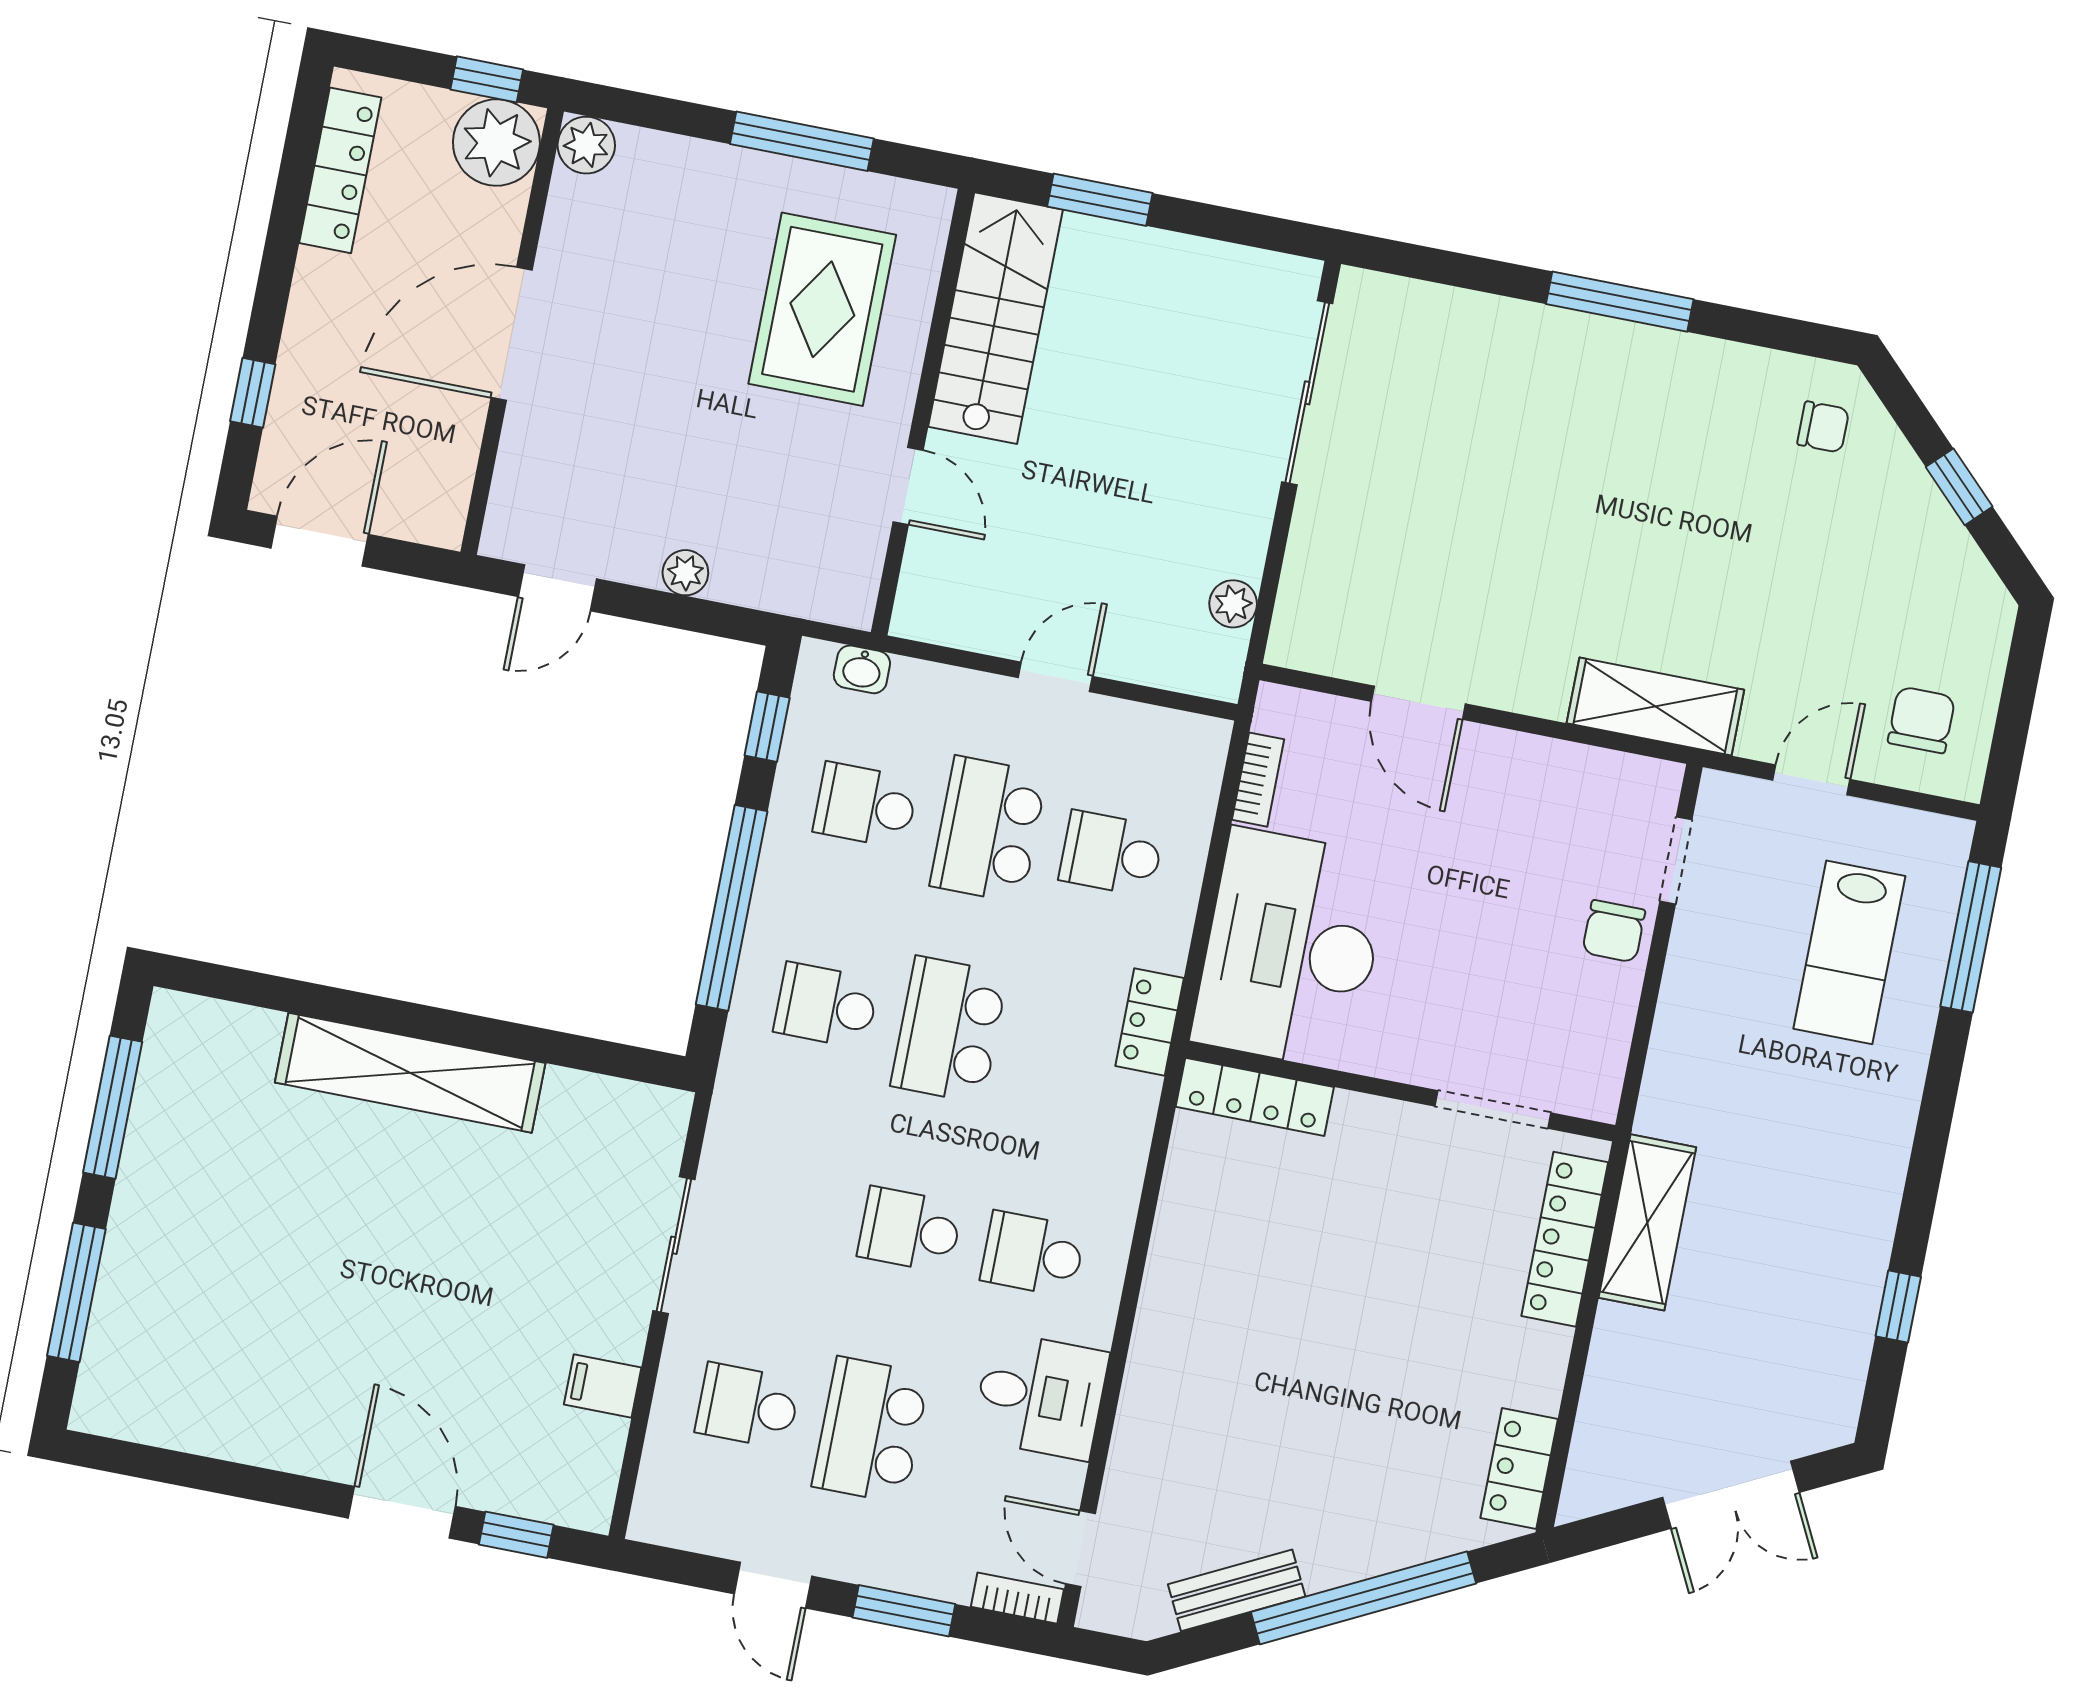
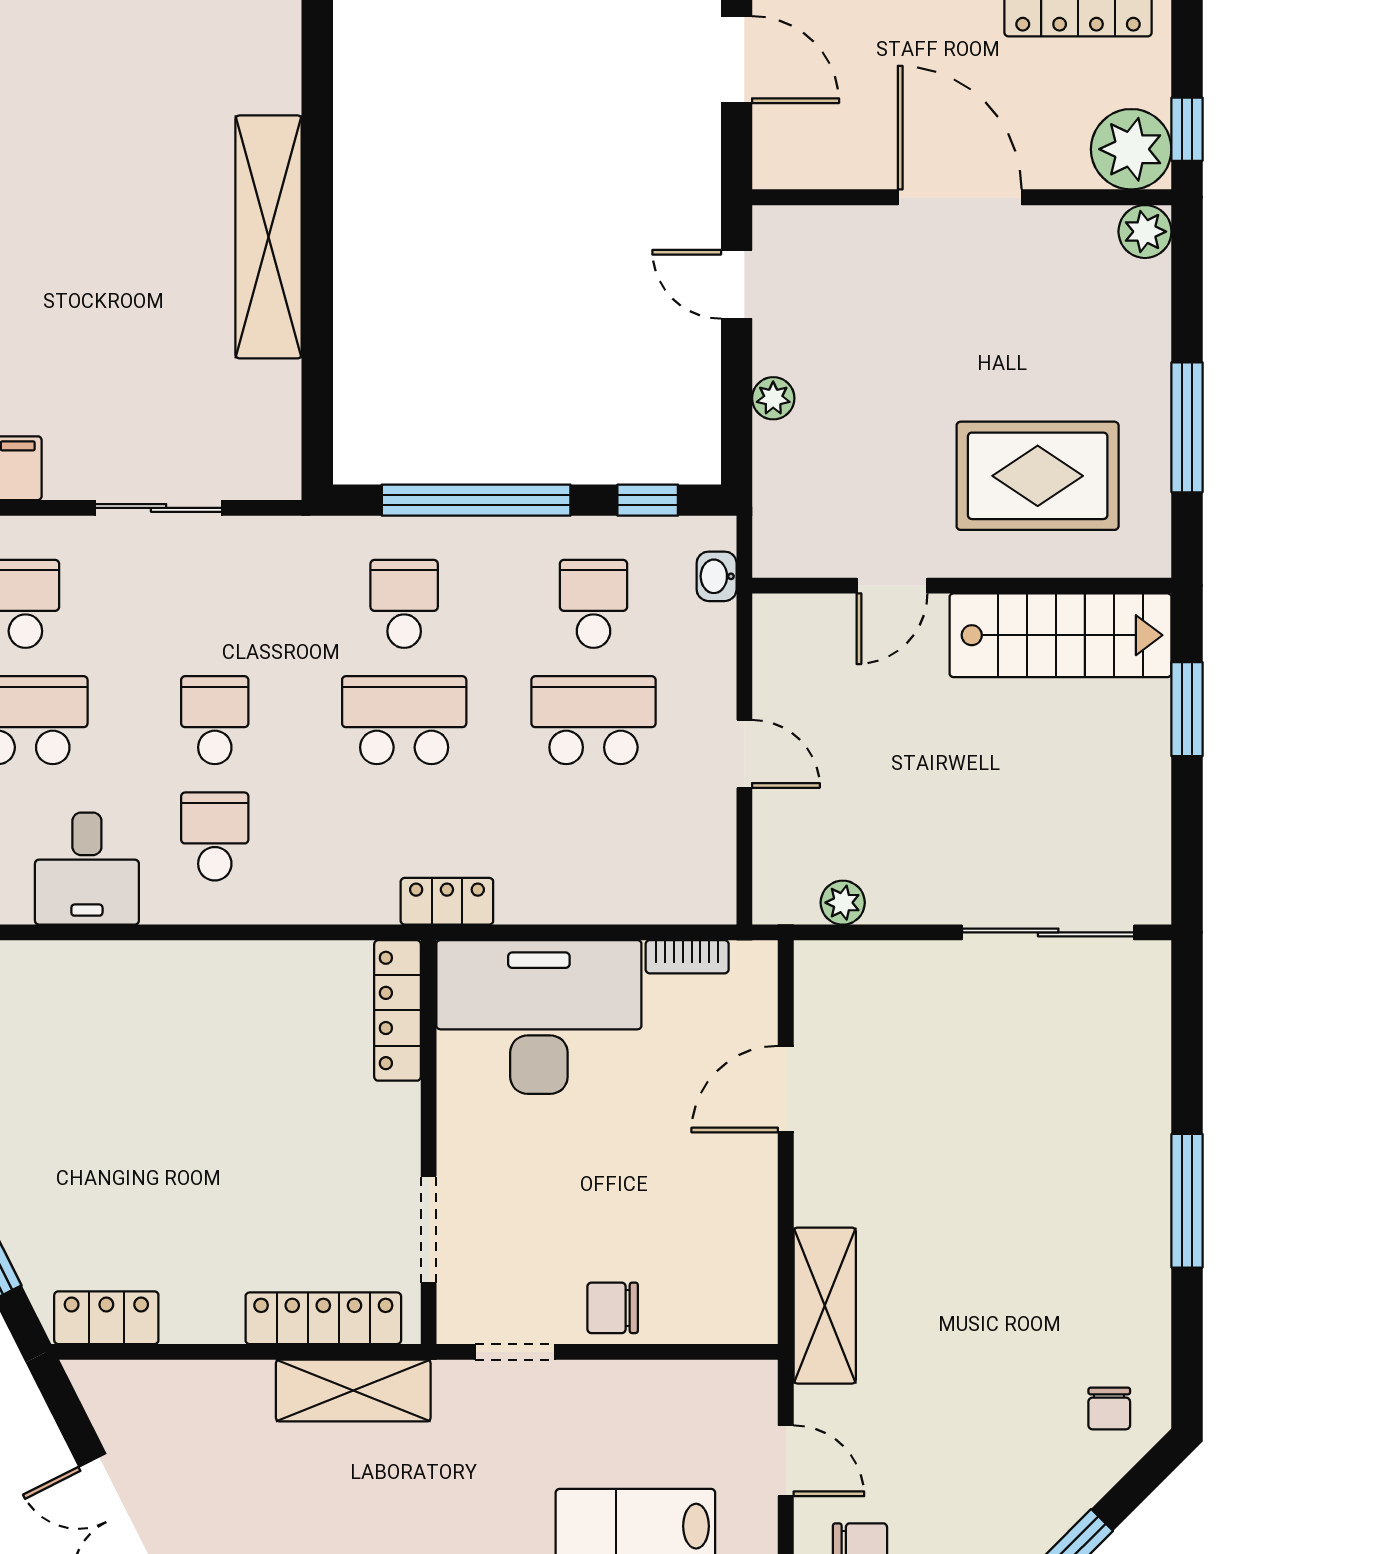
school desk: (1111, 854) -> (593, 836), removed
doorway: (1676, 861) -> (515, 1352), moved

